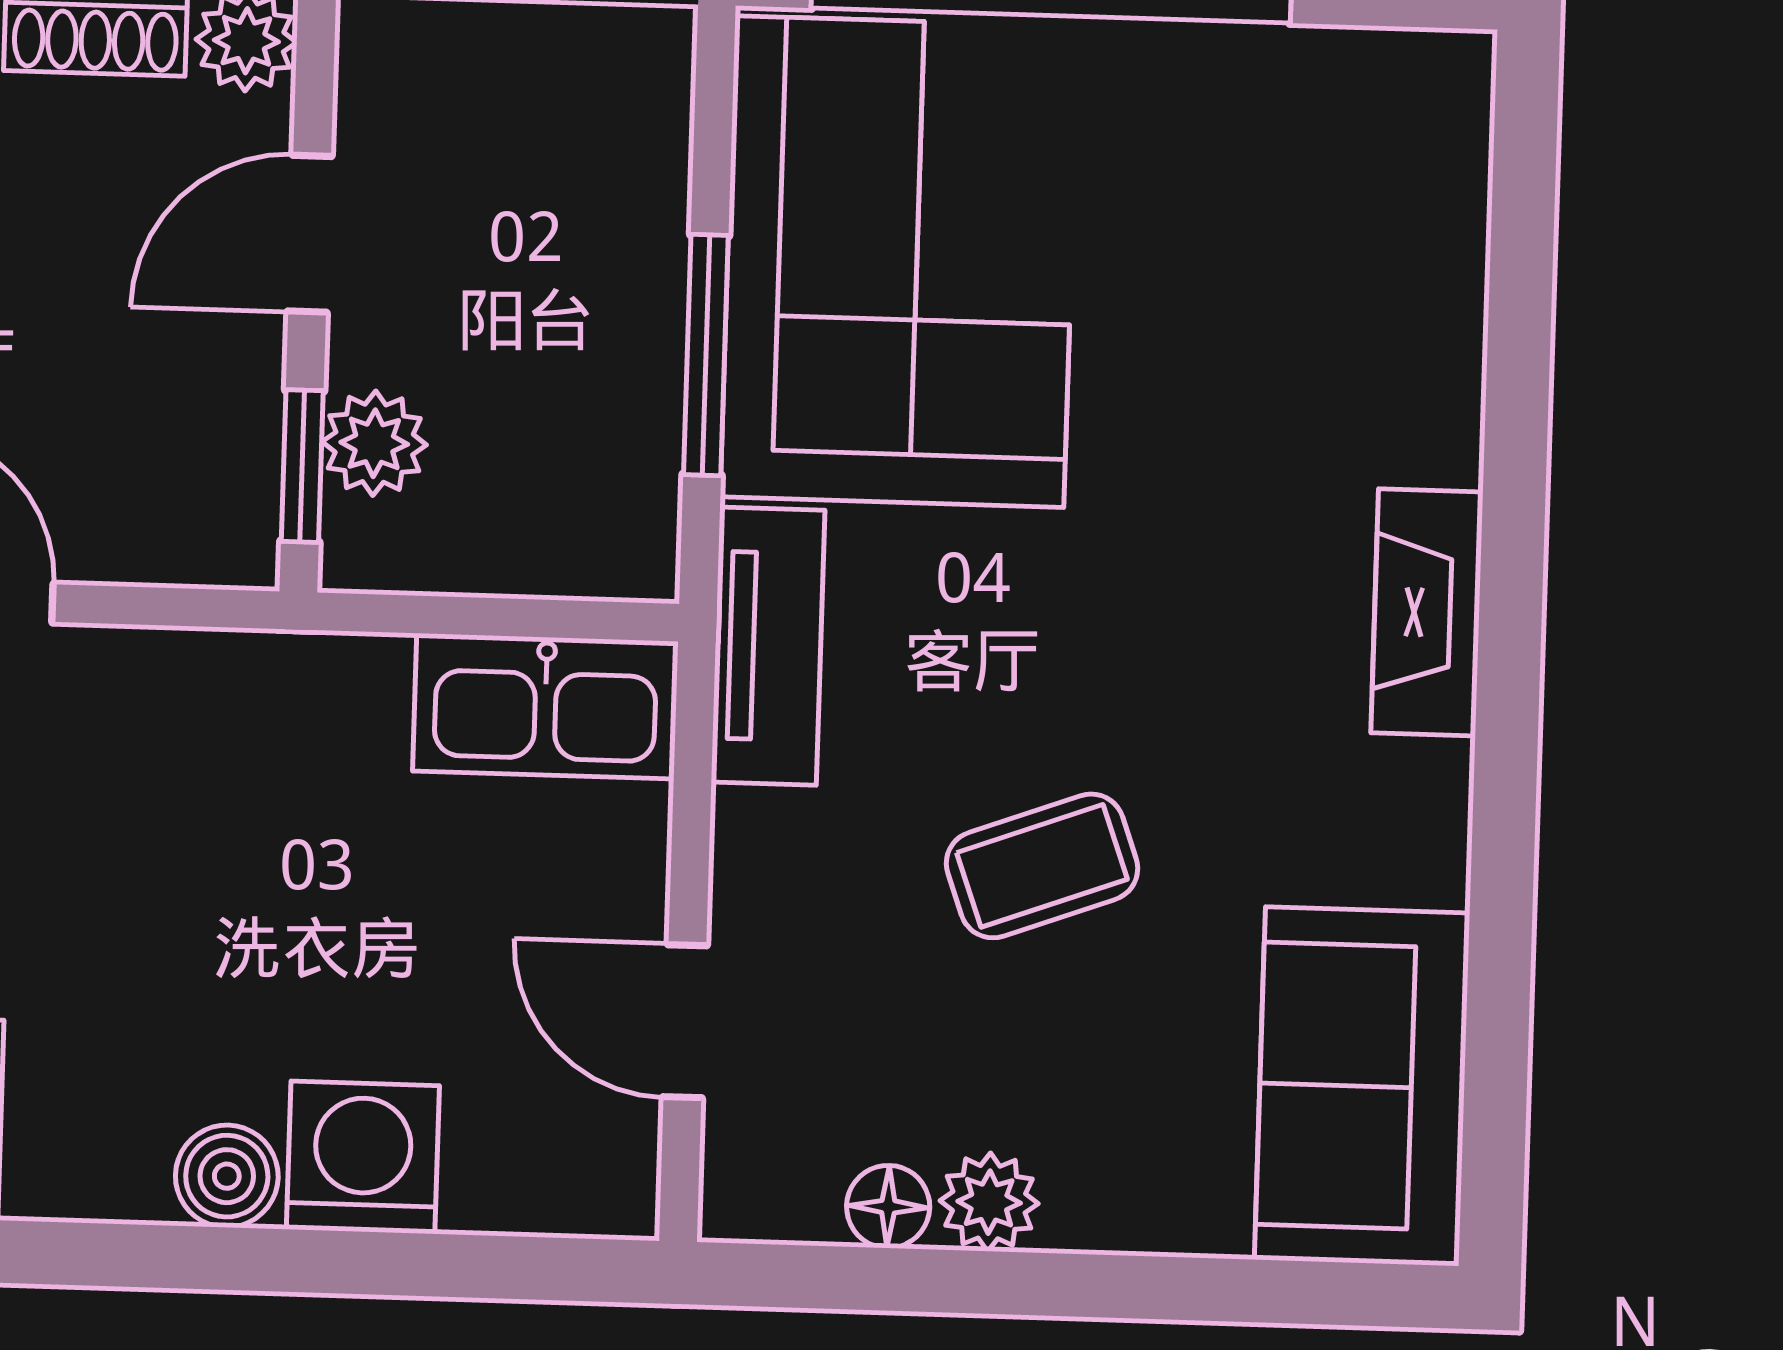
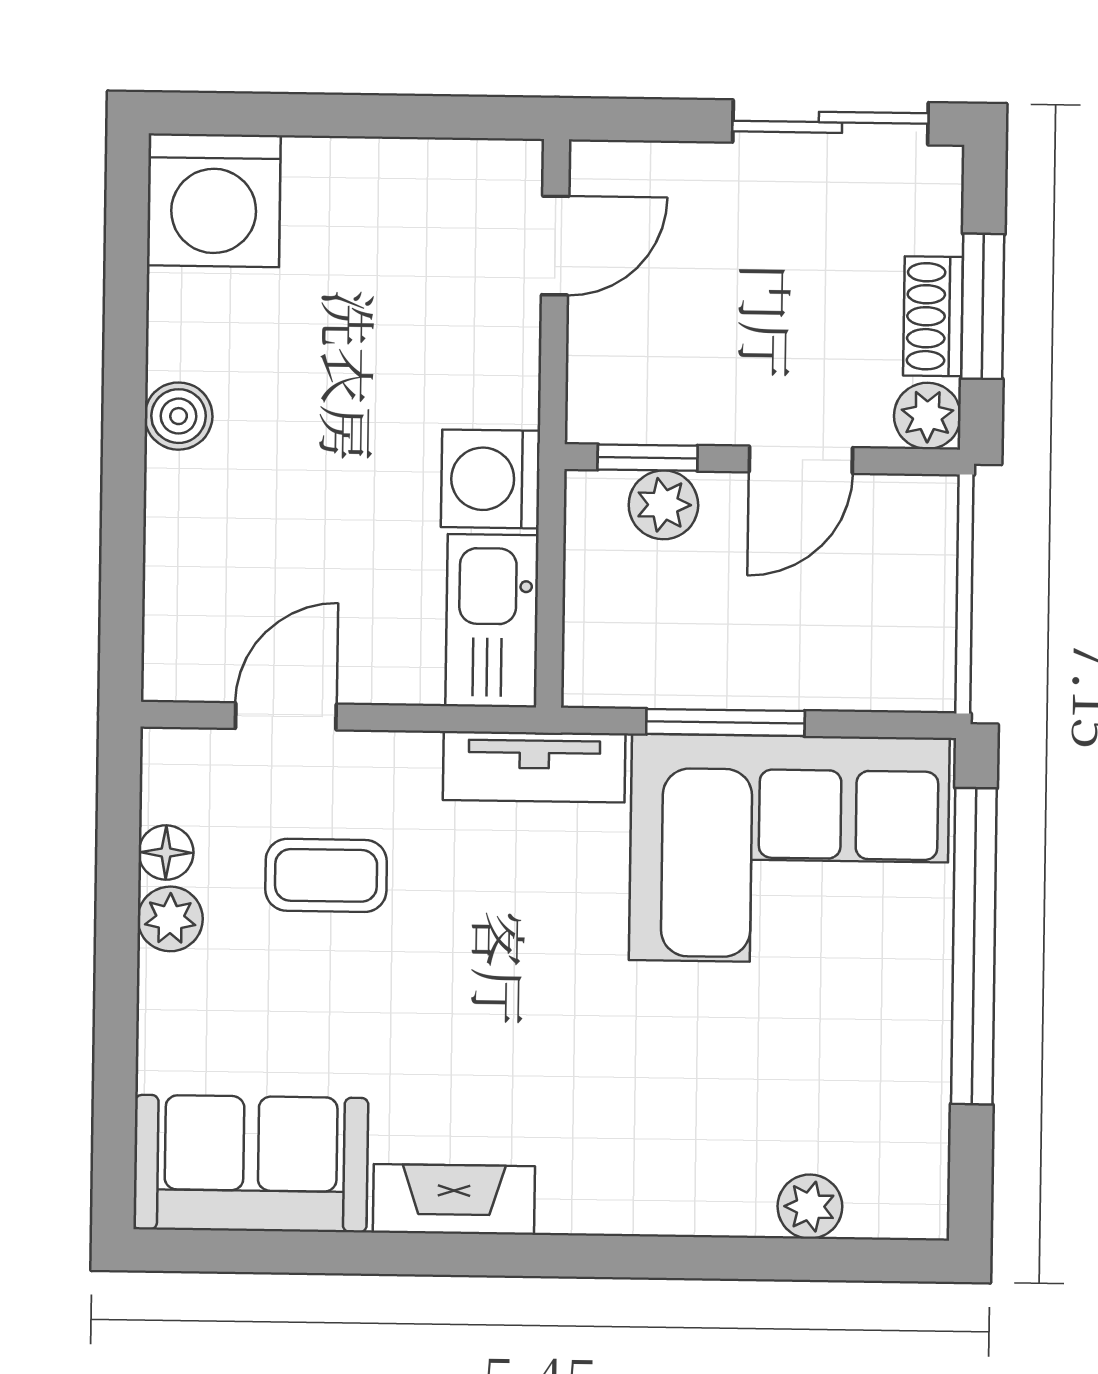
door: (310, 234) -> (801, 460), swing flipped
plant: (1442, 240) -> (810, 1207), added
fireplace: (1427, 612) -> (454, 1199), moved
coffee table: (1042, 866) -> (326, 875), moved, turned -70
washing machine: (363, 1157) -> (491, 479), moved, turned 180

